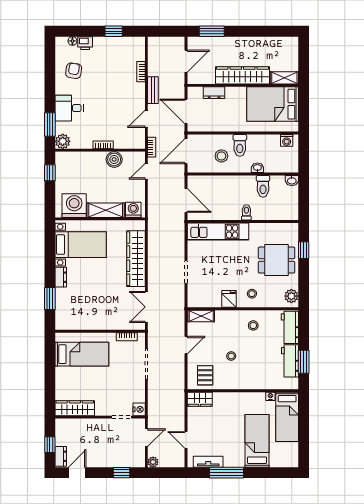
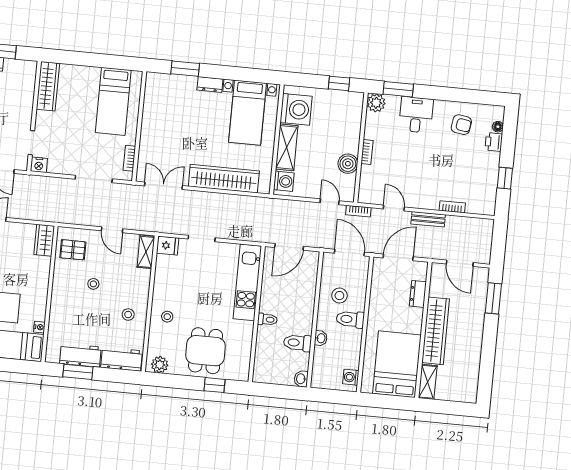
fridge: (229, 299) -> (168, 246), moved

